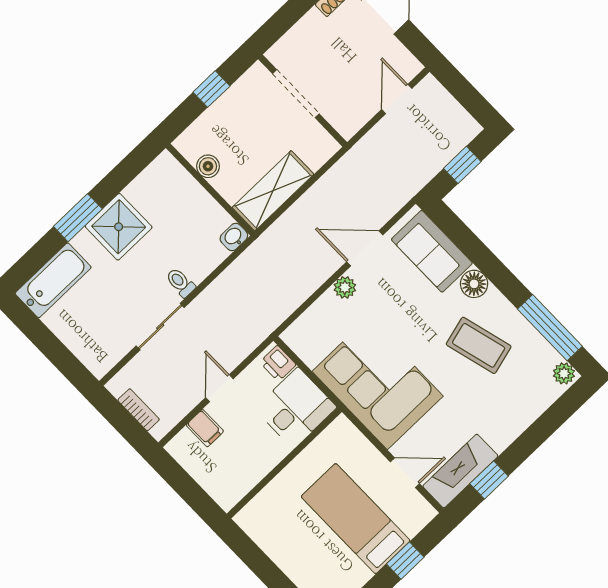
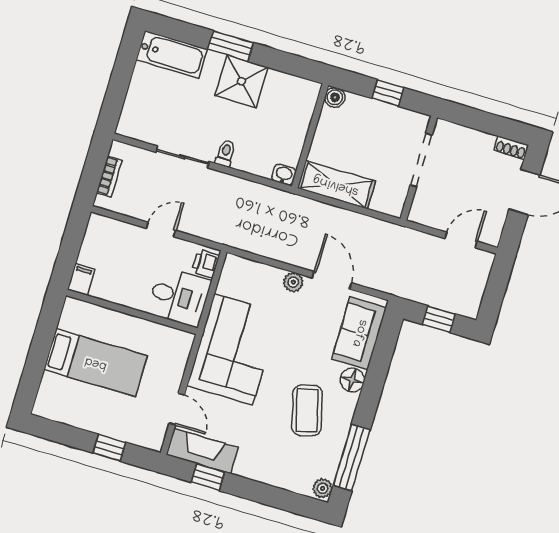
boiler: (208, 166) -> (335, 97), moved
filing cabinet: (205, 428) -> (81, 280), moved, turned 180
bed: (356, 519) -> (96, 363), moved, turned 90

